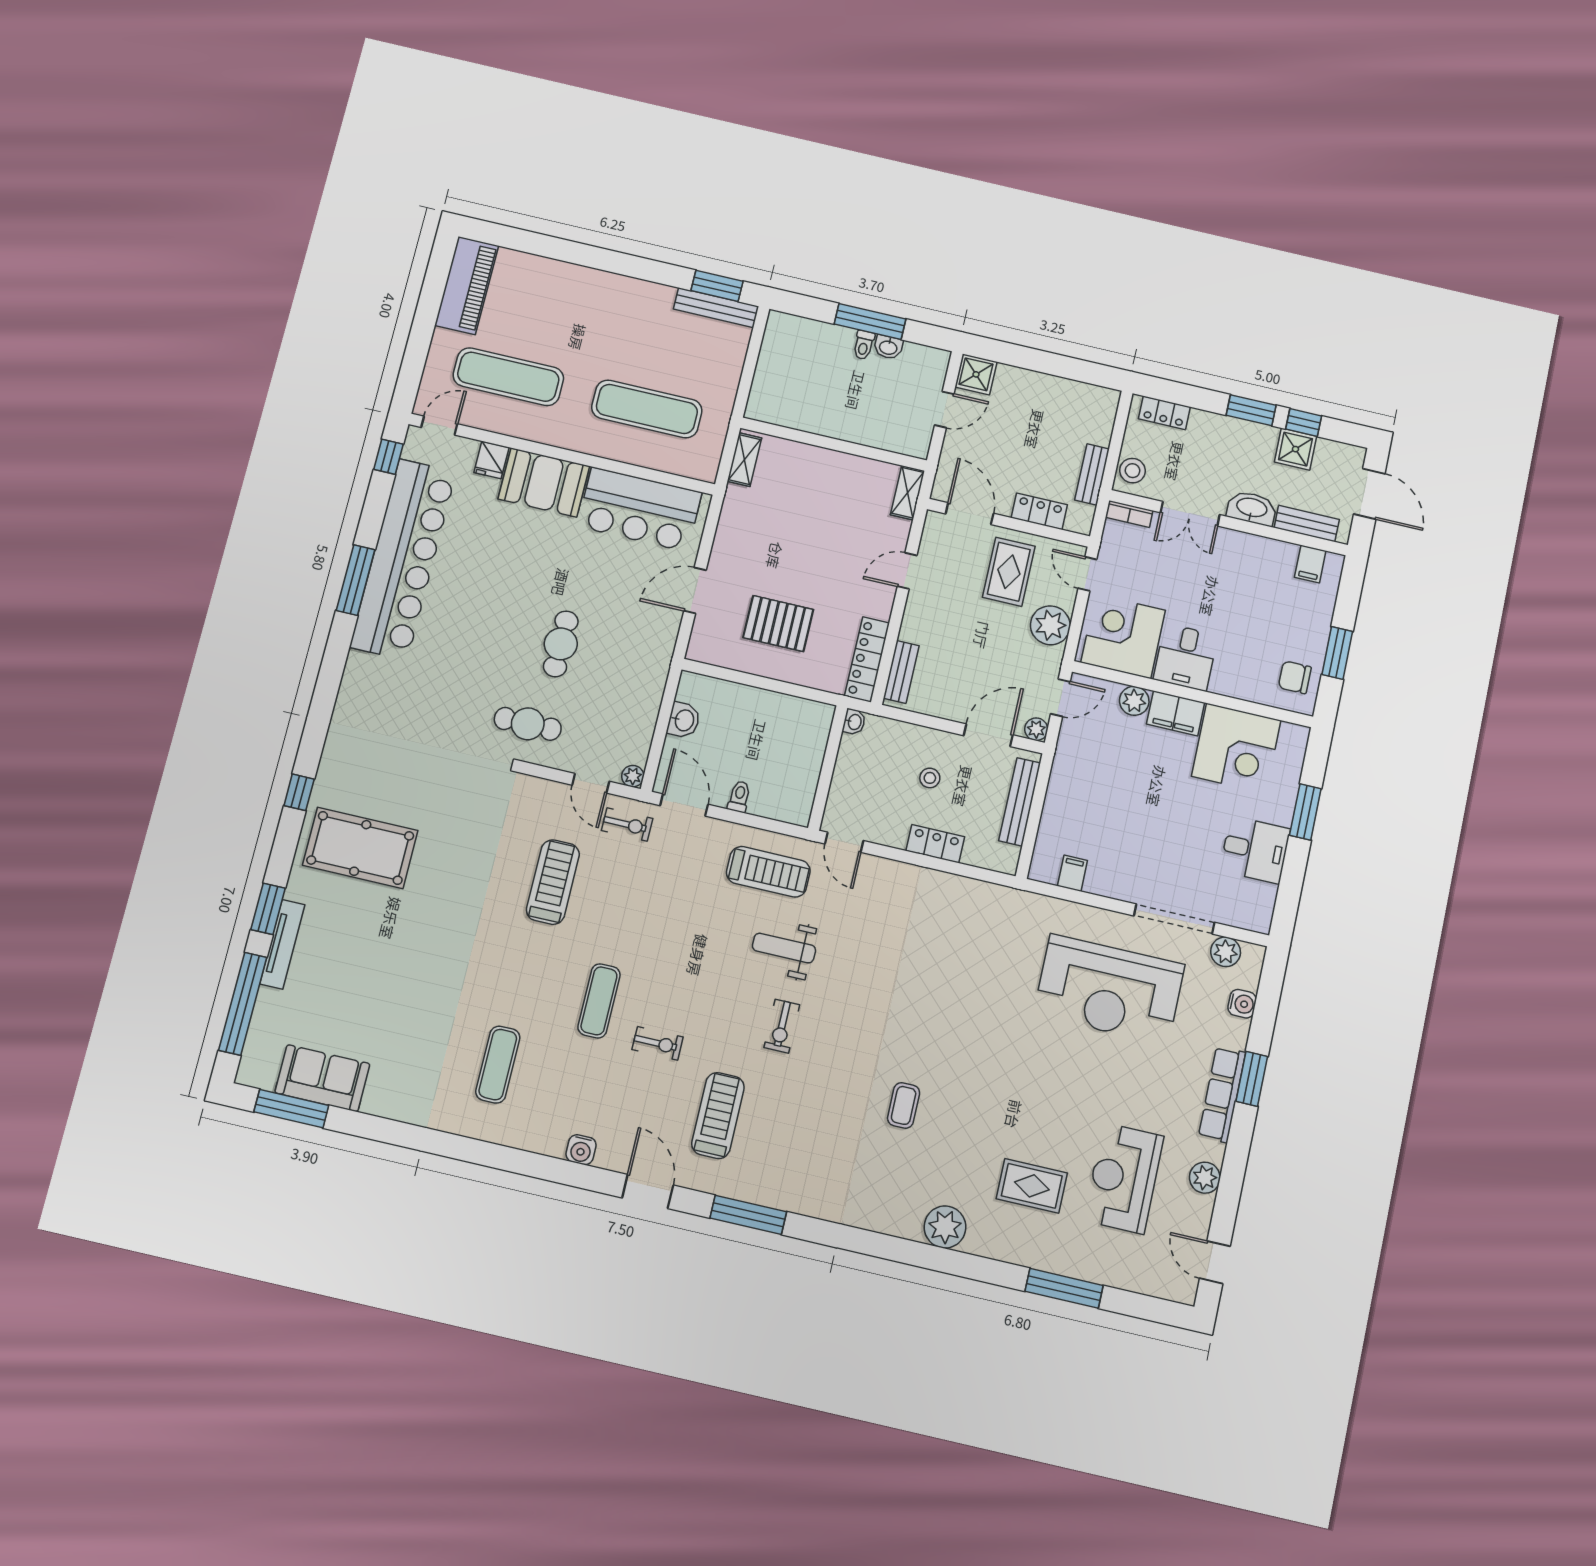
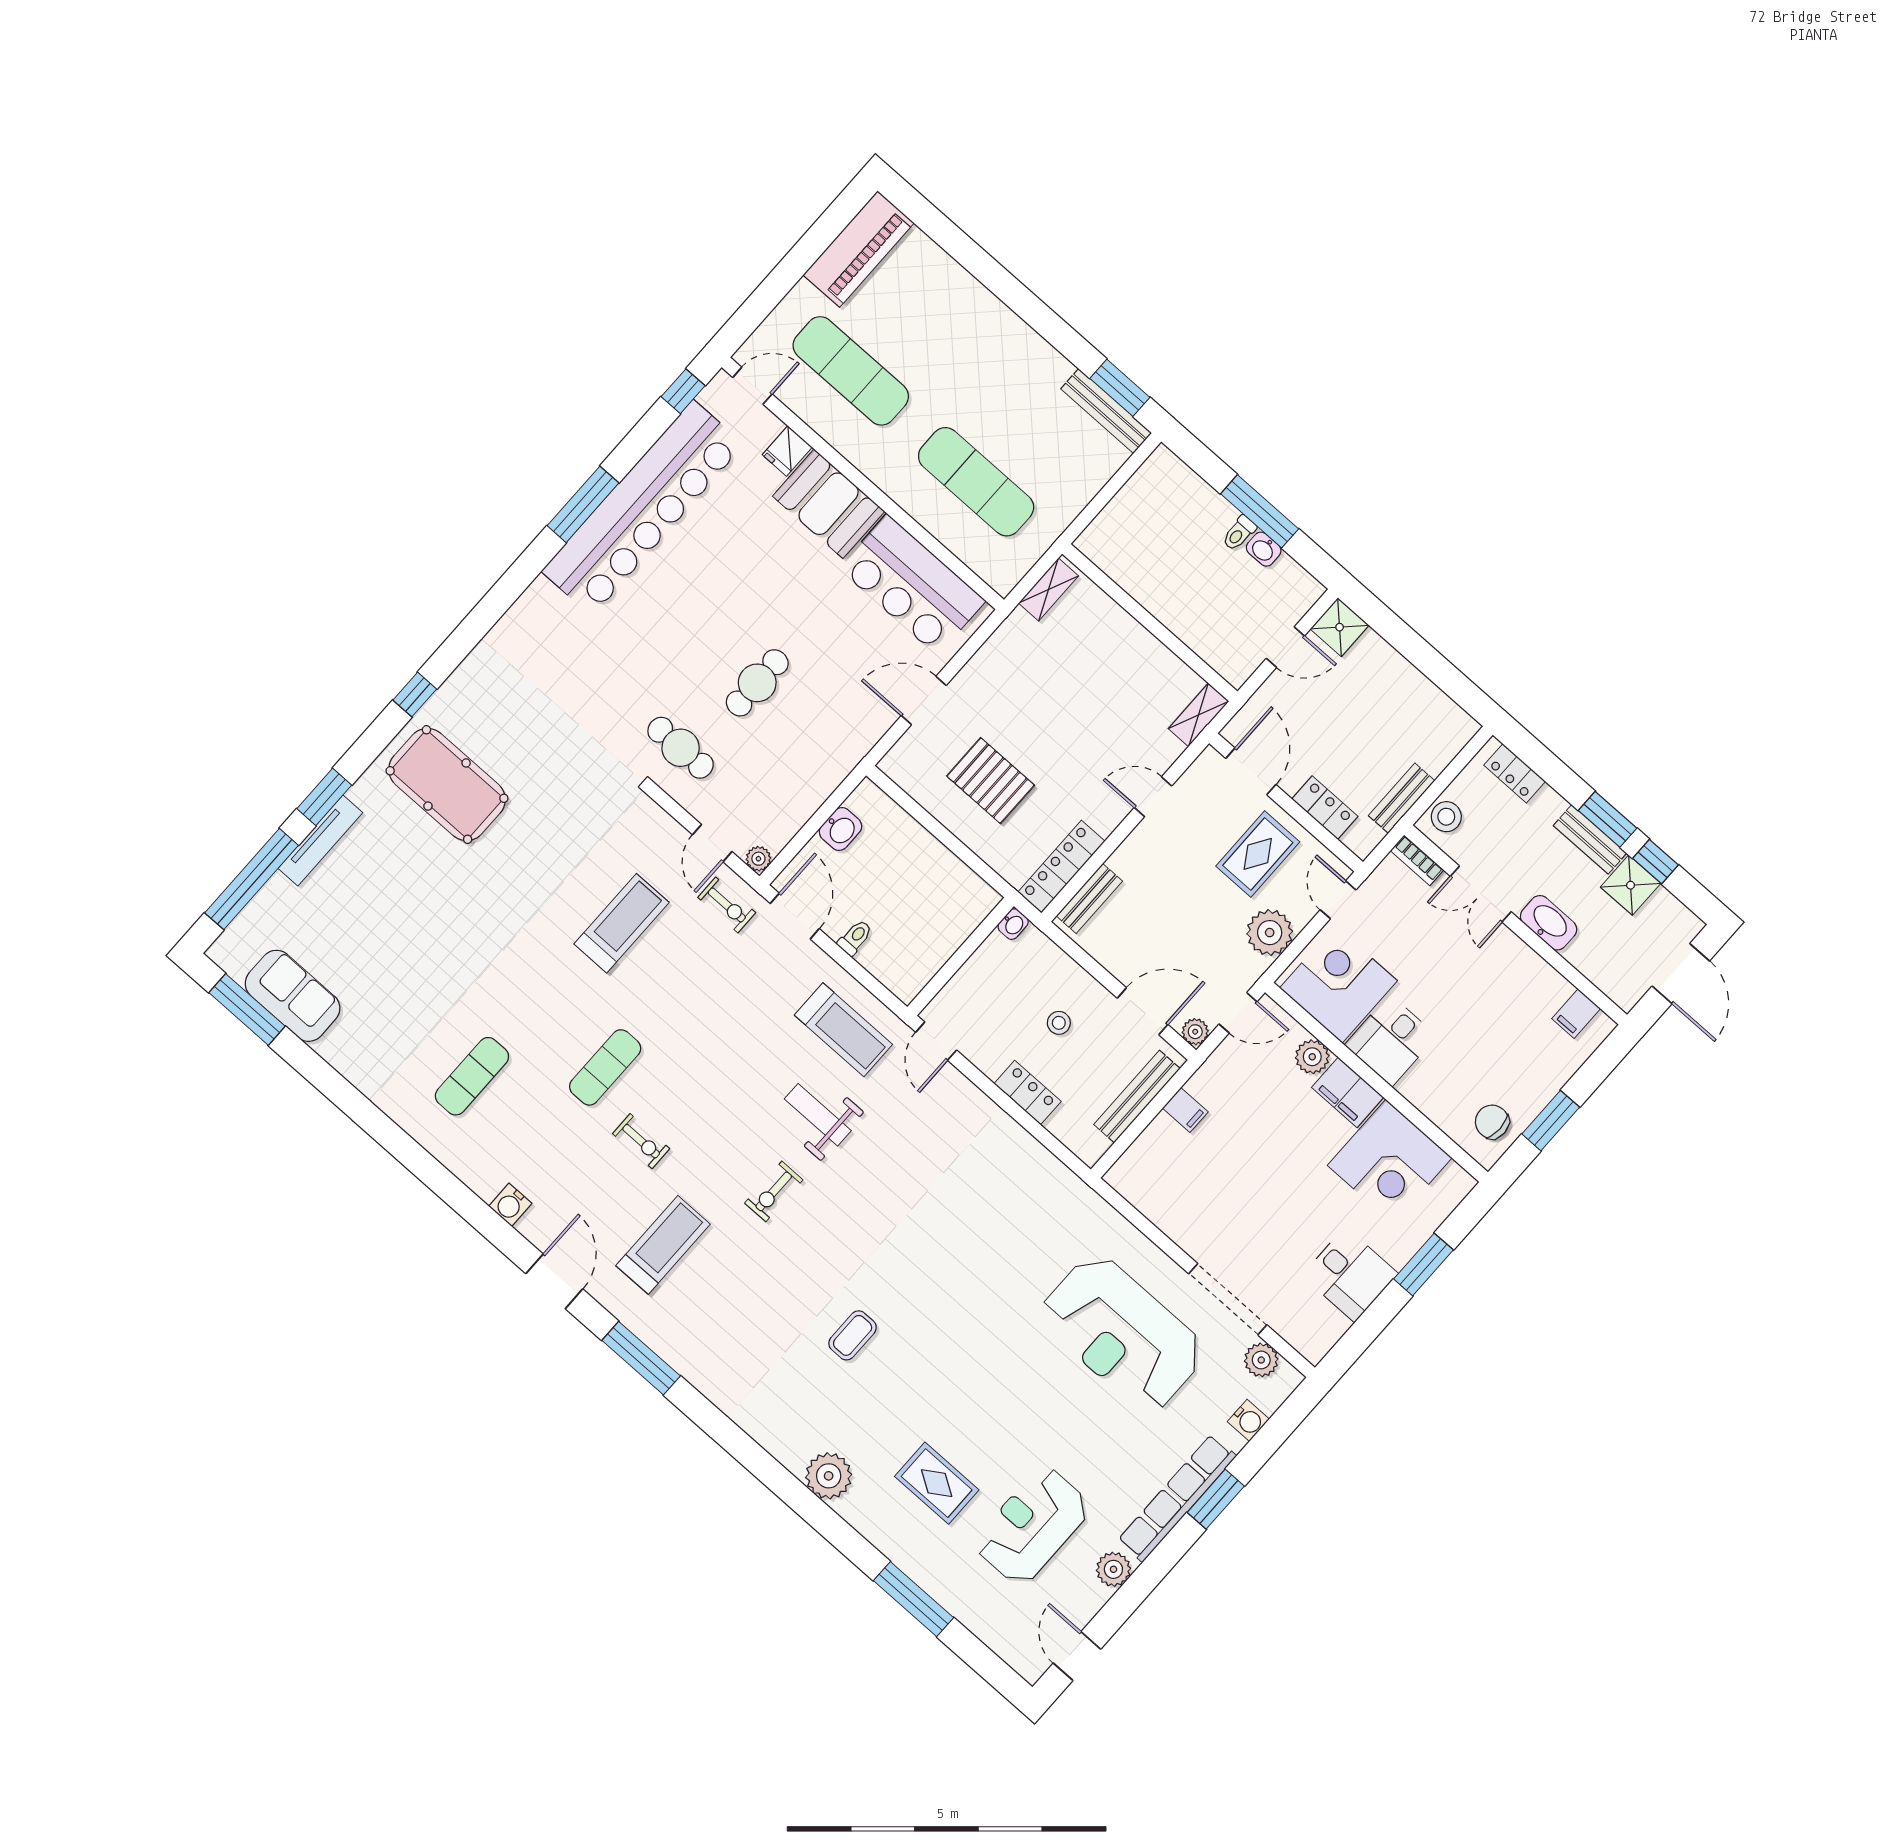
bench: (1307, 524) -> (1590, 839), moved
filing cabinet: (1072, 873) -> (1185, 1110), moved, turned 90
row of seats: (1222, 1094) -> (1177, 1498), width x1.36

